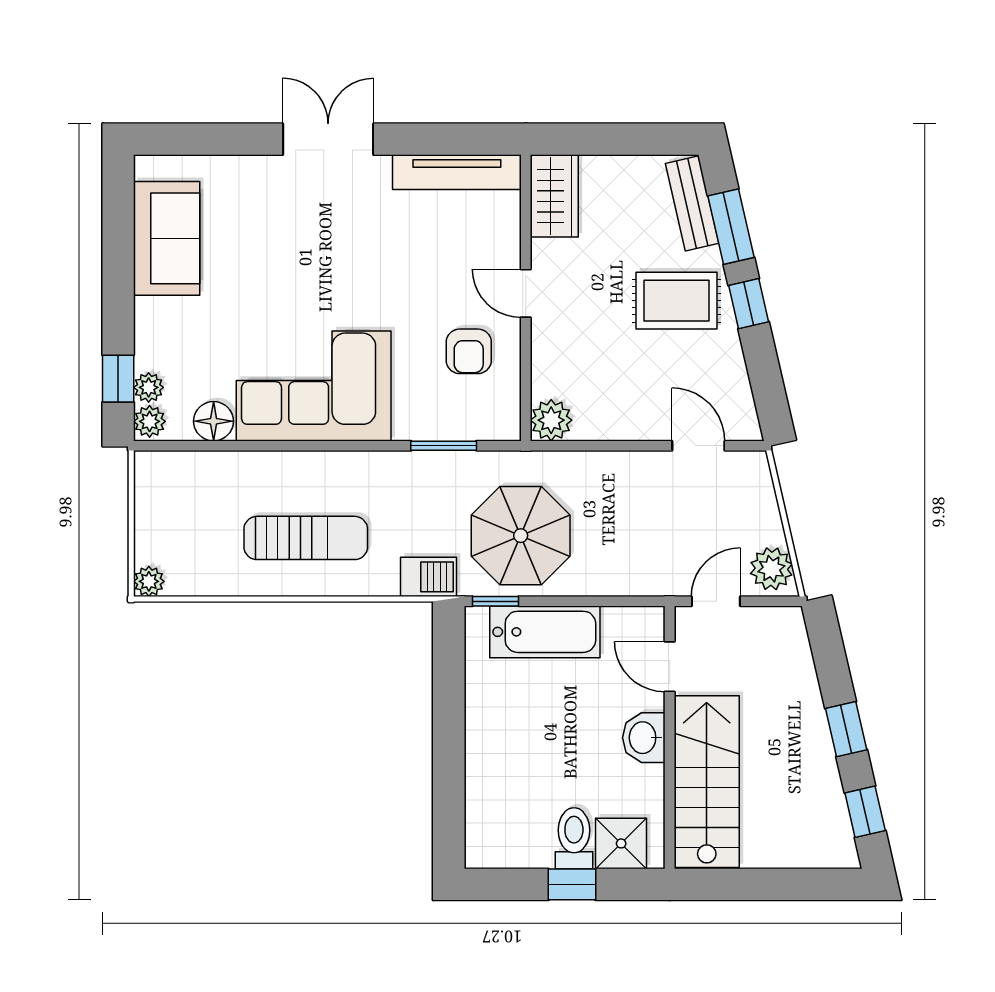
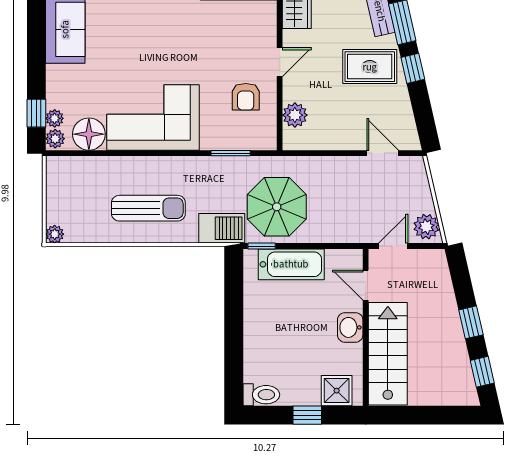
door: (526, 293) -> (280, 62), swing flipped
plant: (551, 420) -> (295, 115), moved
floor lamp: (214, 421) -> (89, 134), width x1.38, depth x1.38
barbecue: (429, 577) -> (222, 228), width x1.38, depth x1.27
toilet: (574, 838) -> (261, 395), moved, turned 90

